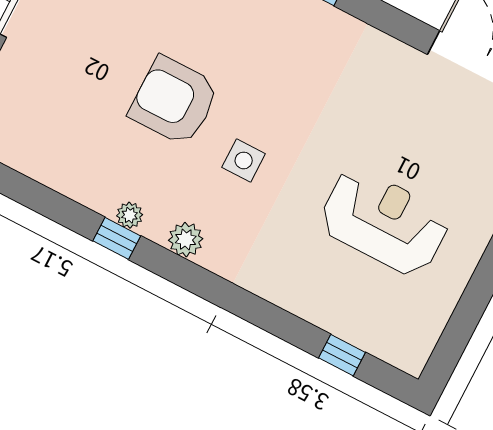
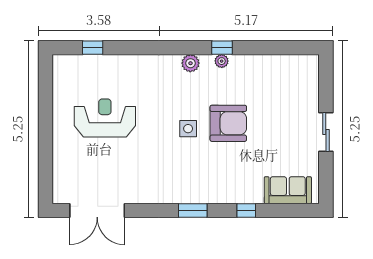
side table: (244, 160) -> (188, 129), moved
reception desk: (384, 221) -> (105, 118), turned 180

